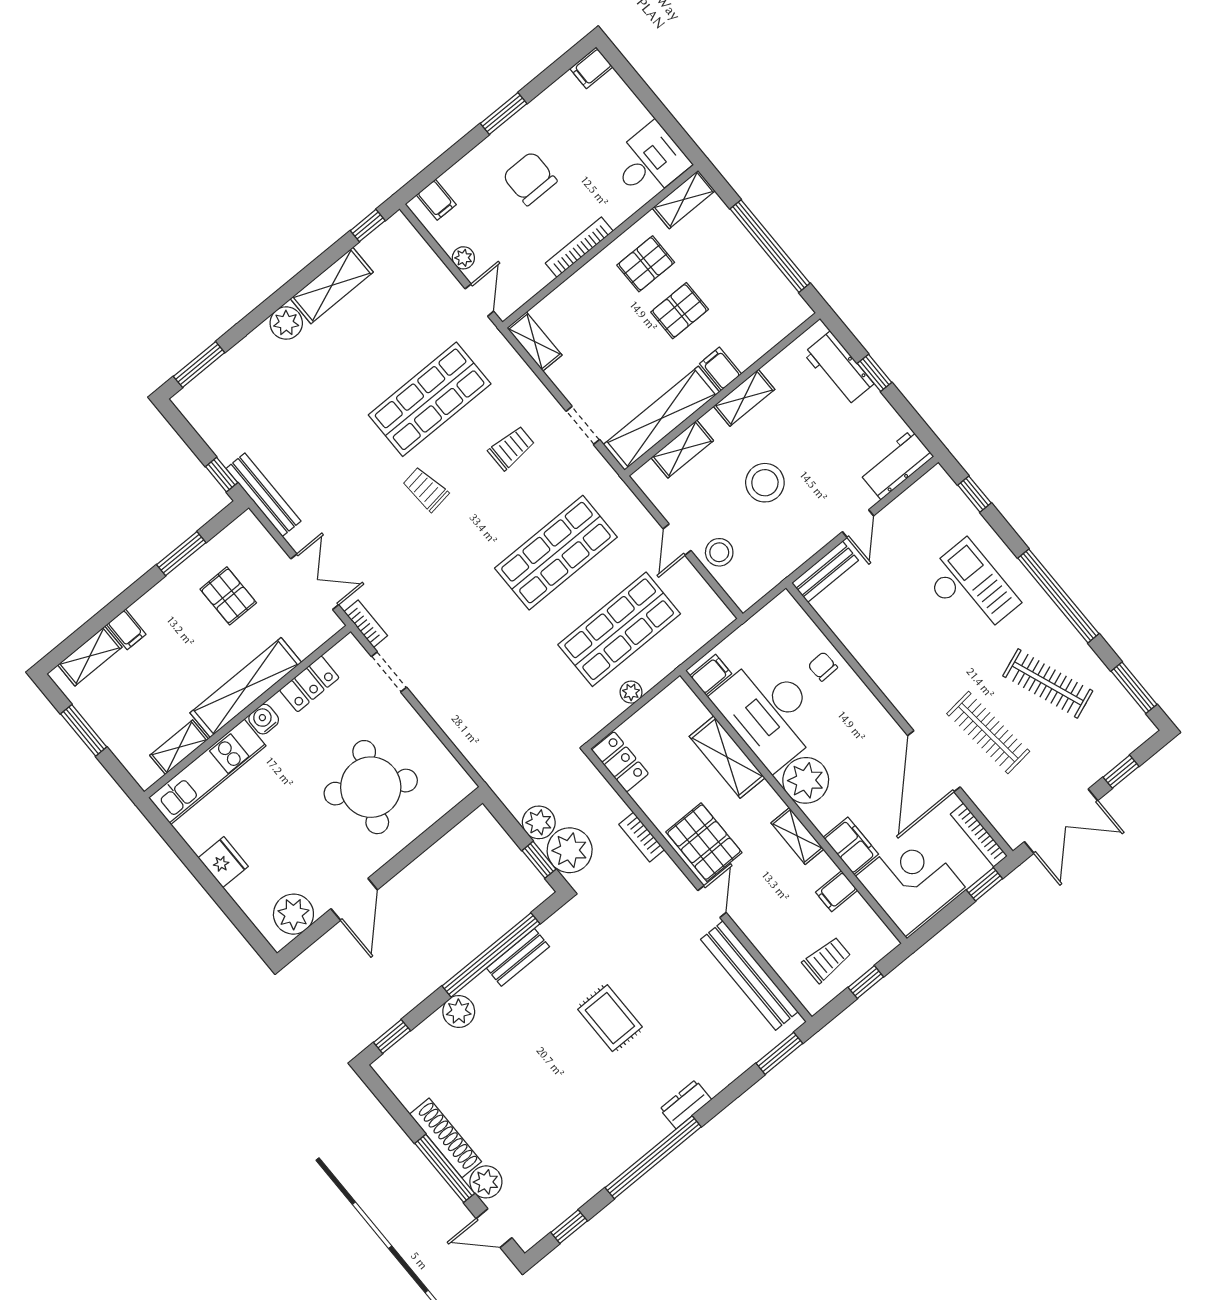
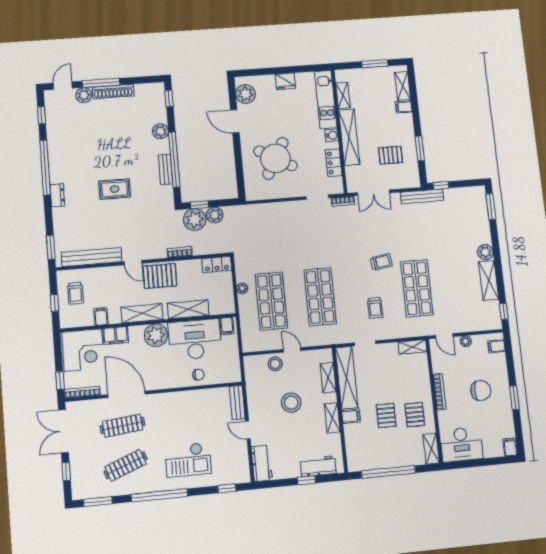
desk: (649, 162) -> (461, 444), width x1.37
shelving: (797, 836) -> (142, 313), width x1.50, depth x1.33

